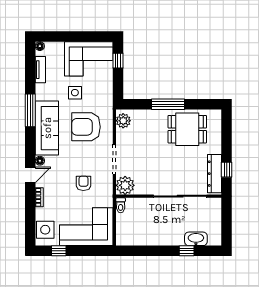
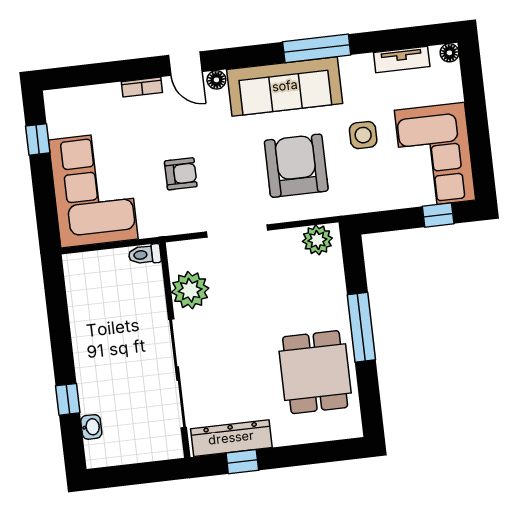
plant: (125, 185) -> (190, 290), moved
side table: (45, 230) -> (78, 107), removed
washbasin: (196, 239) -> (91, 427), width x0.52, depth x0.69

